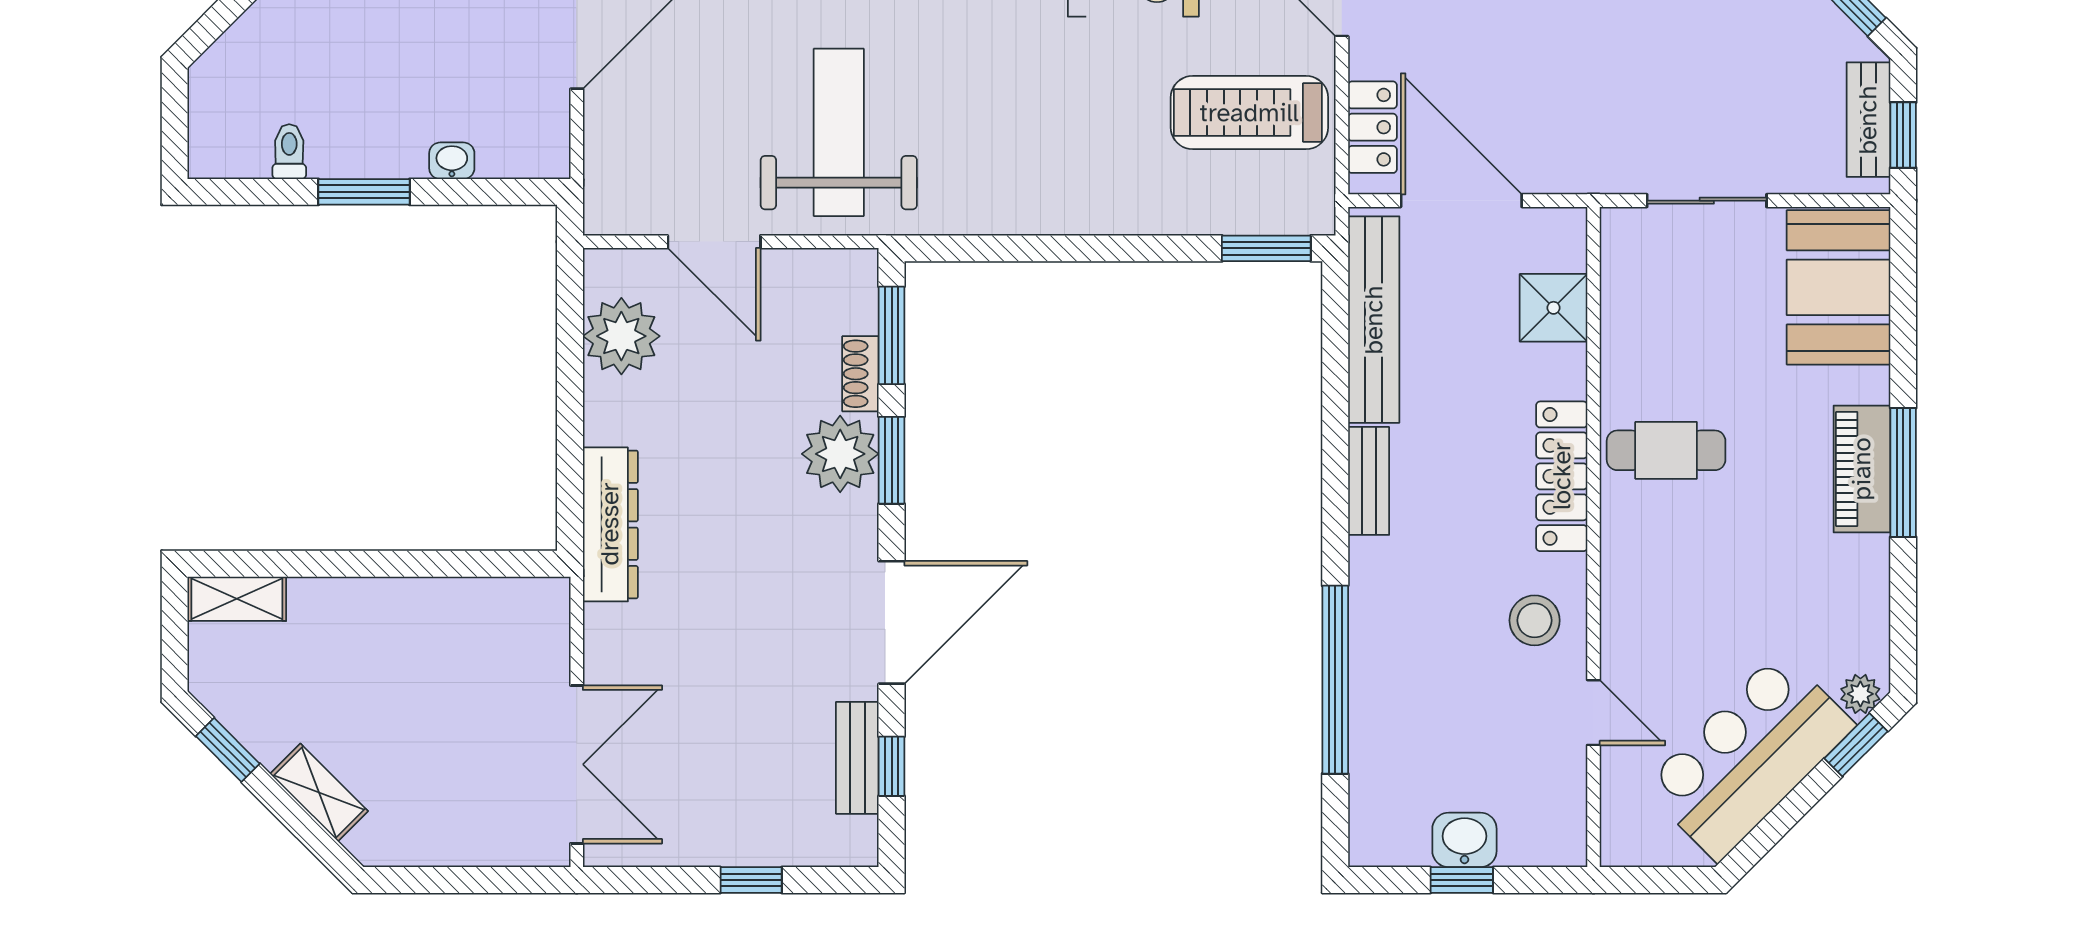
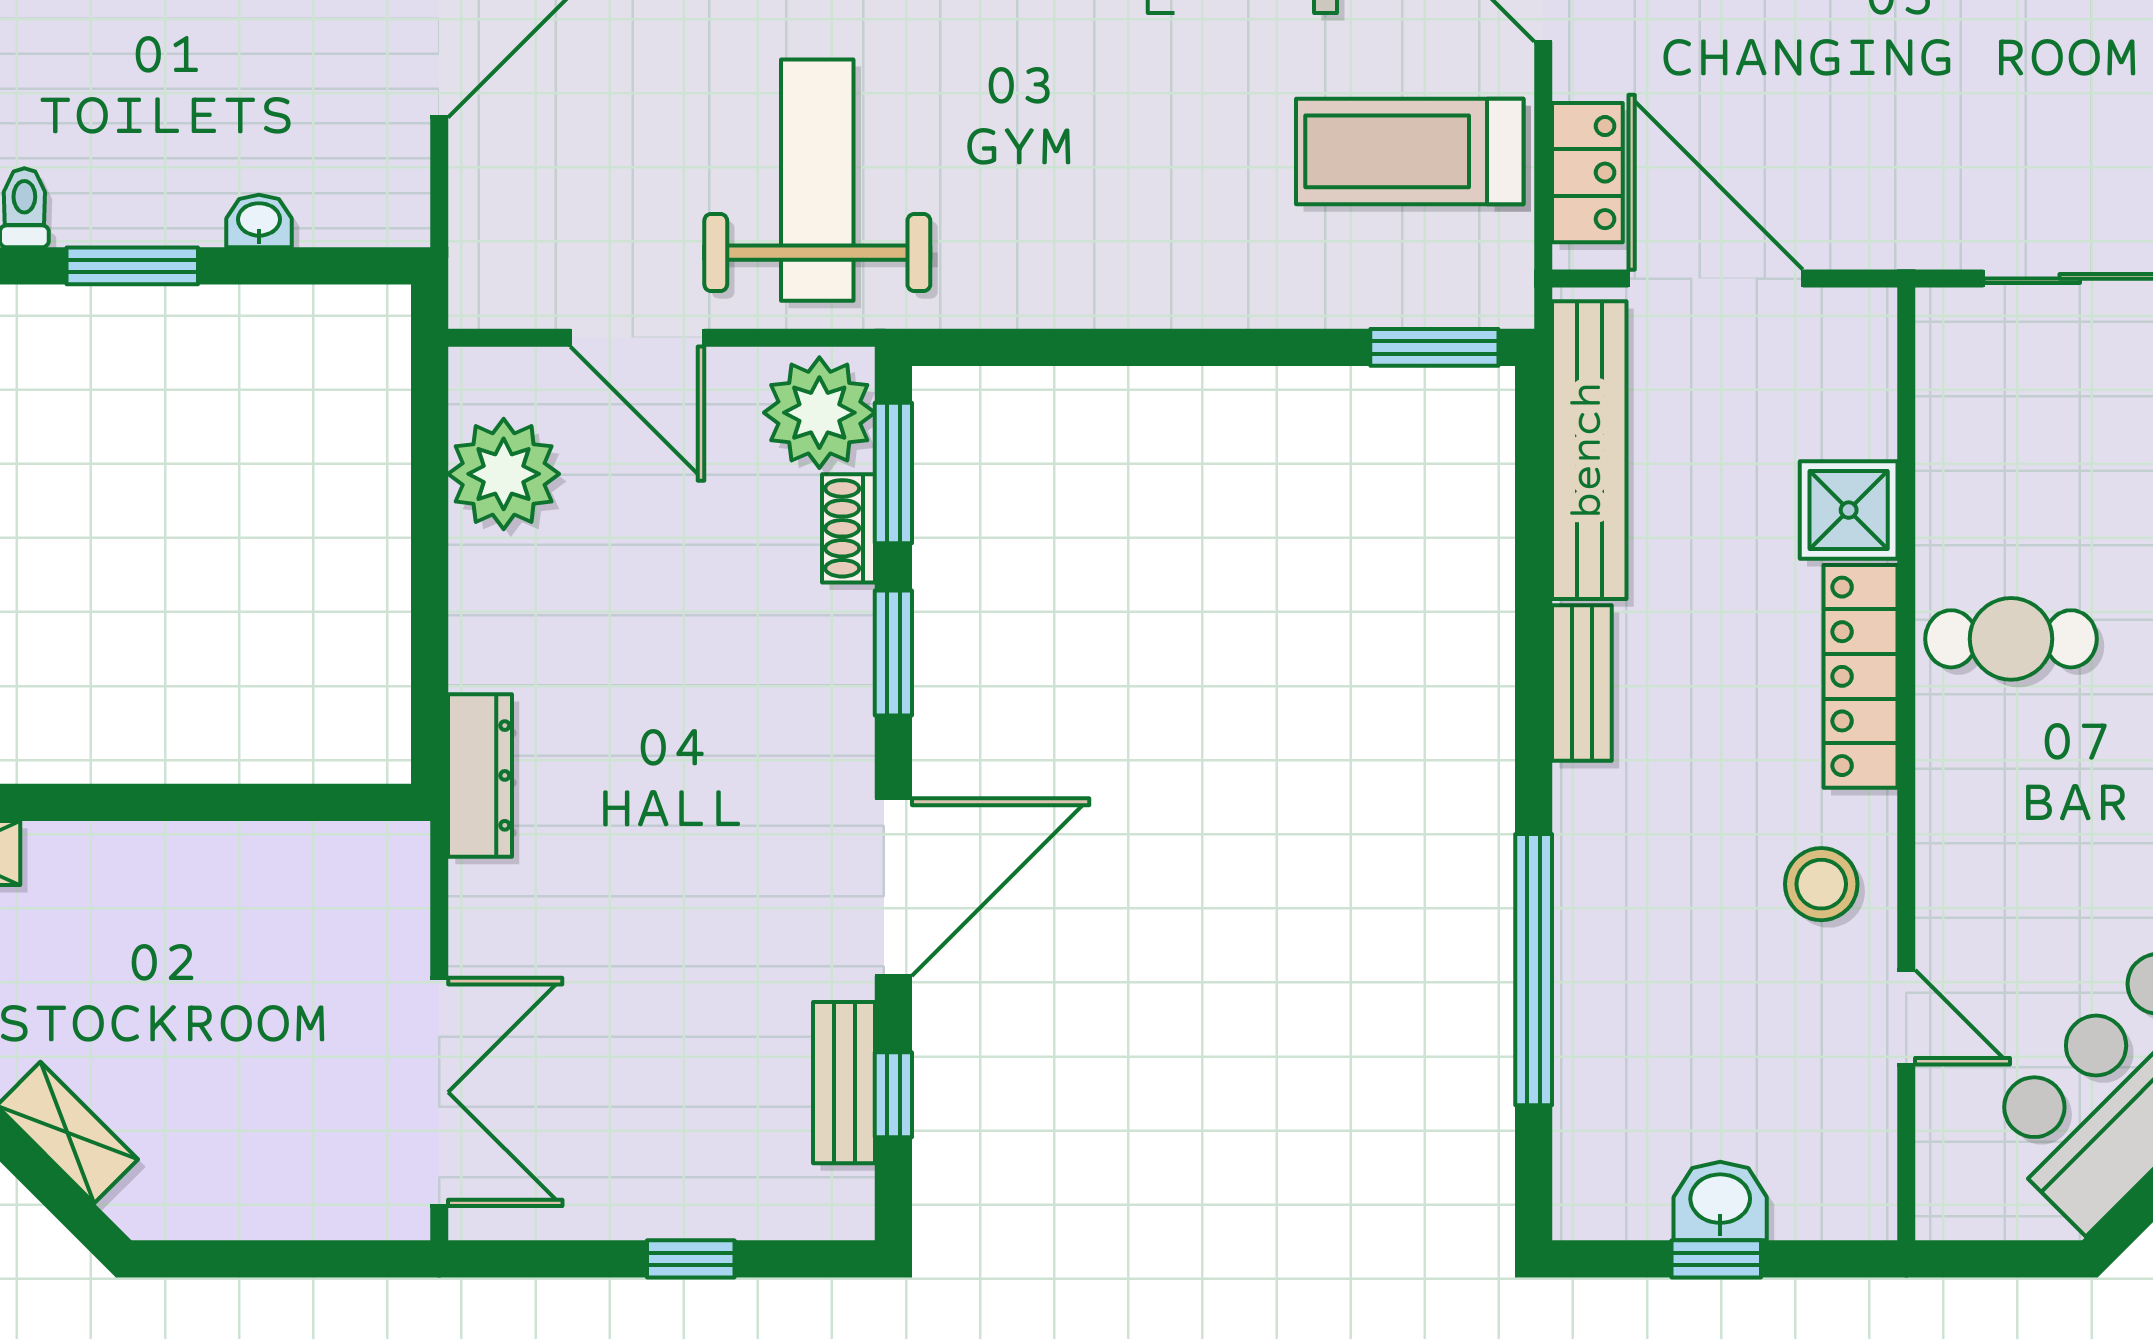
shower: (1554, 308) -> (1849, 510), moved
plant: (840, 454) -> (819, 413), moved
dresser: (610, 524) -> (480, 775), width x0.73, depth x0.80

